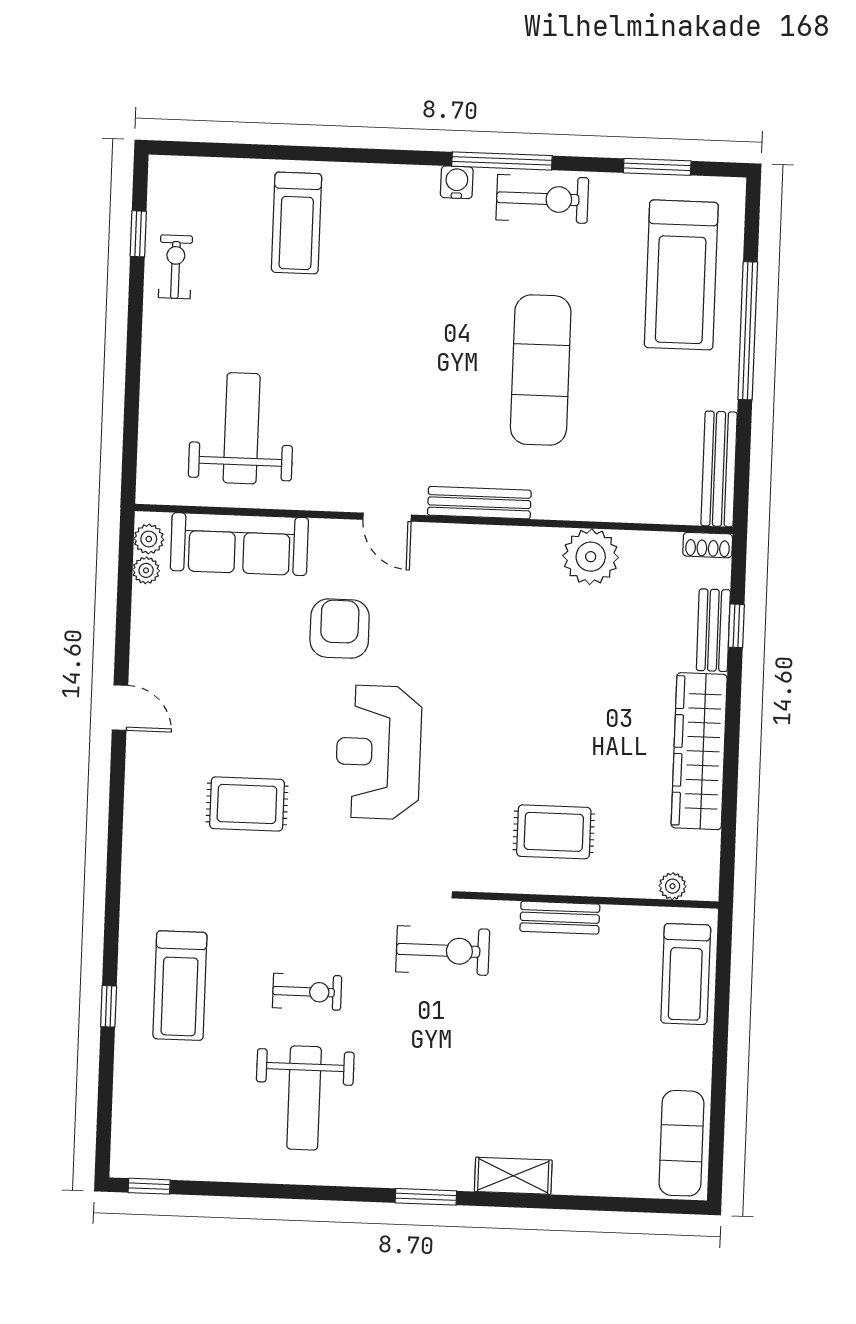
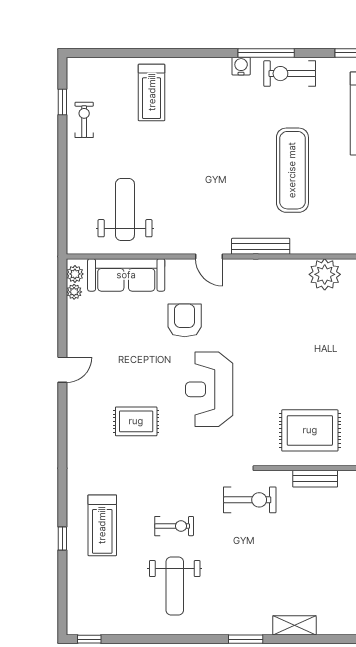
exercise bike: (542, 199) -> (290, 74), turned 180
door: (120, 708) -> (62, 370), hinge flipped
rug: (554, 832) -> (310, 430), width x1.36, depth x1.43

